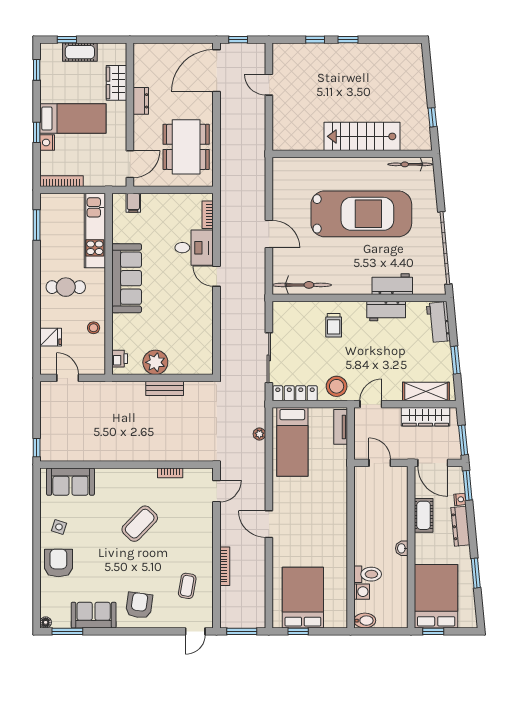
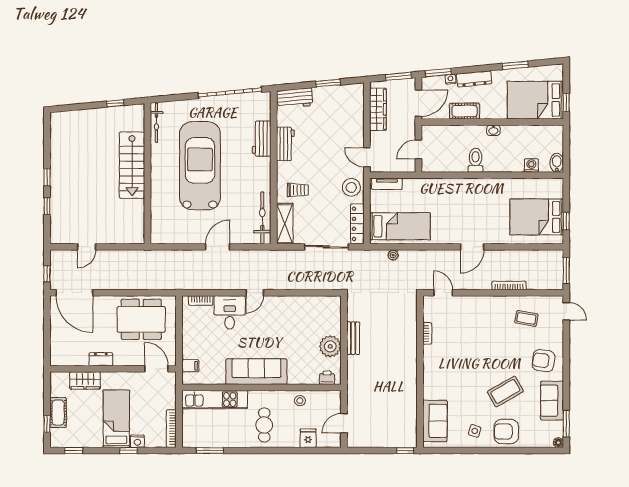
shelving: (426, 392) -> (285, 224), moved
coffee table: (140, 524) -> (505, 391), moved, turned -74
toilet: (368, 574) -> (476, 160), moved

